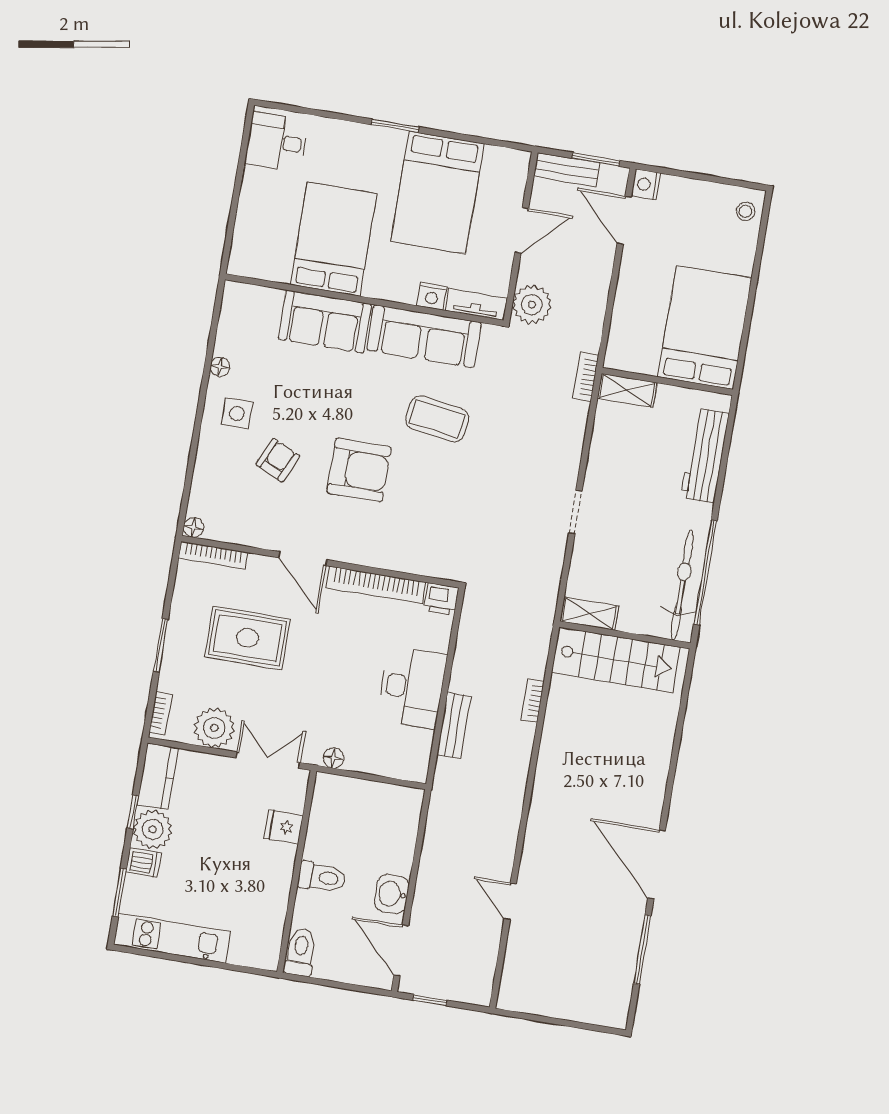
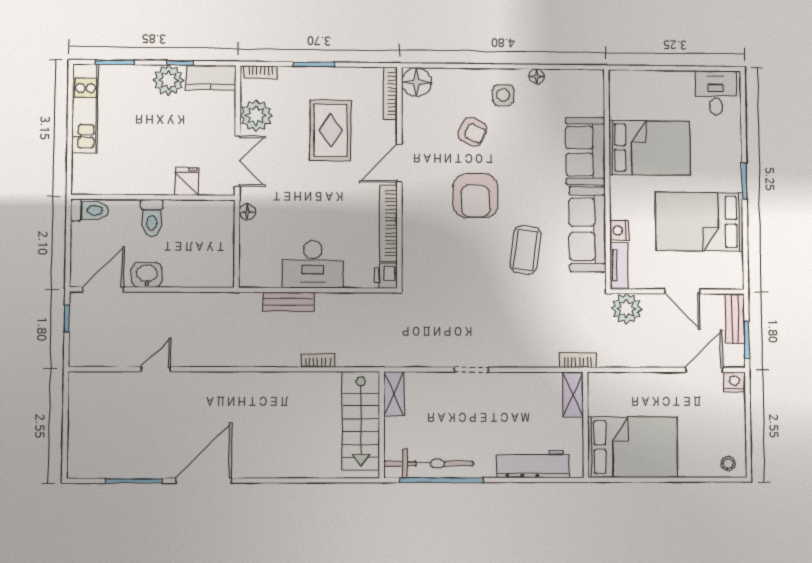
floor lamp: (193, 527) -> (416, 82), width x1.89, depth x1.89
dishwasher: (144, 863) -> (141, 77), removed

